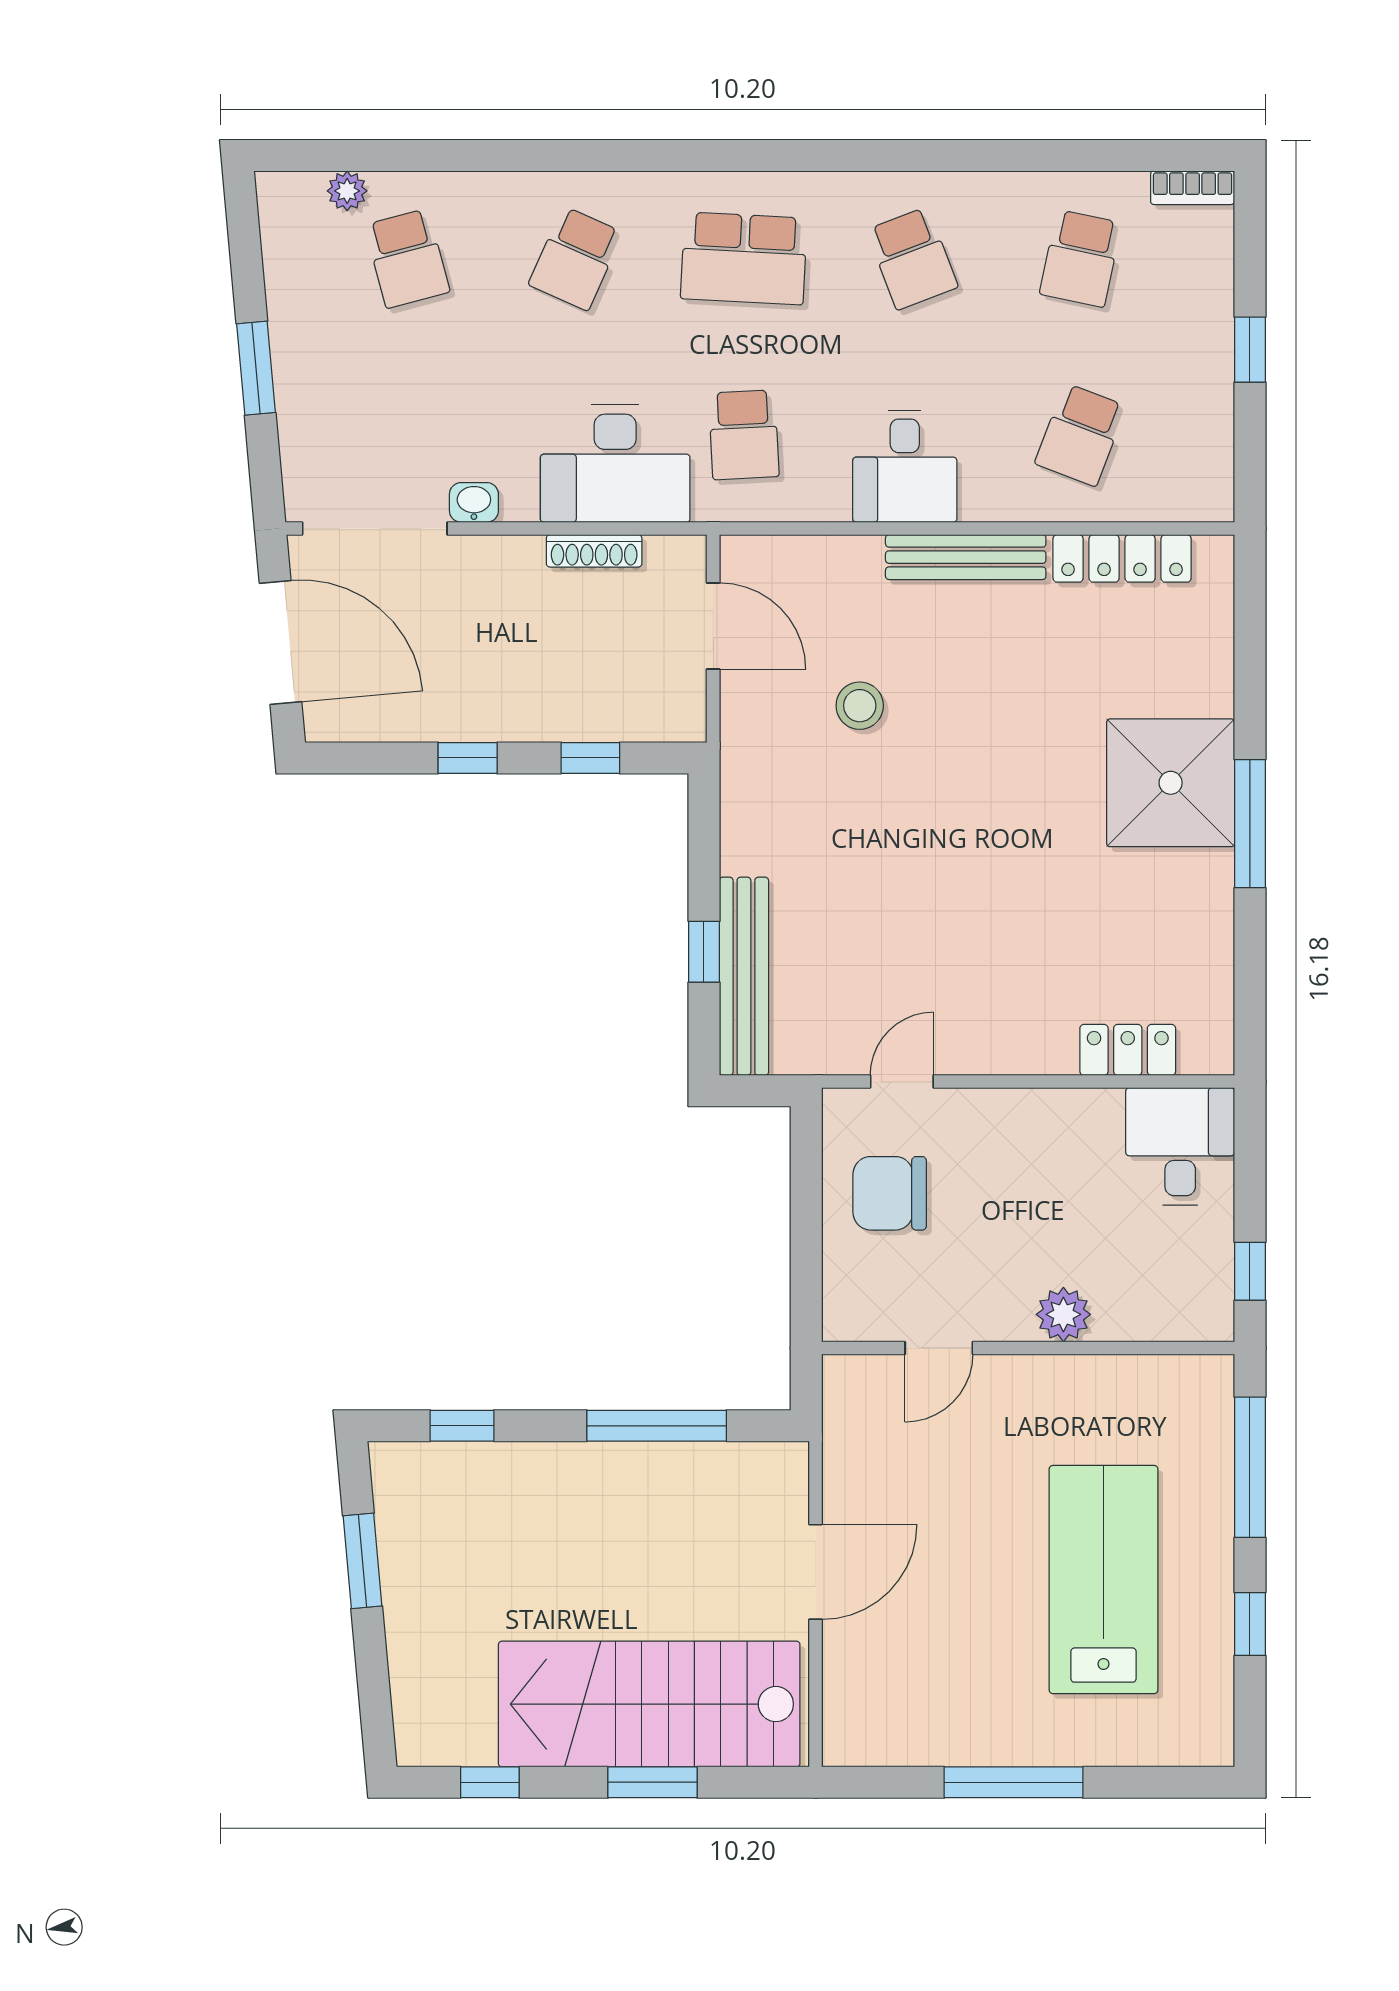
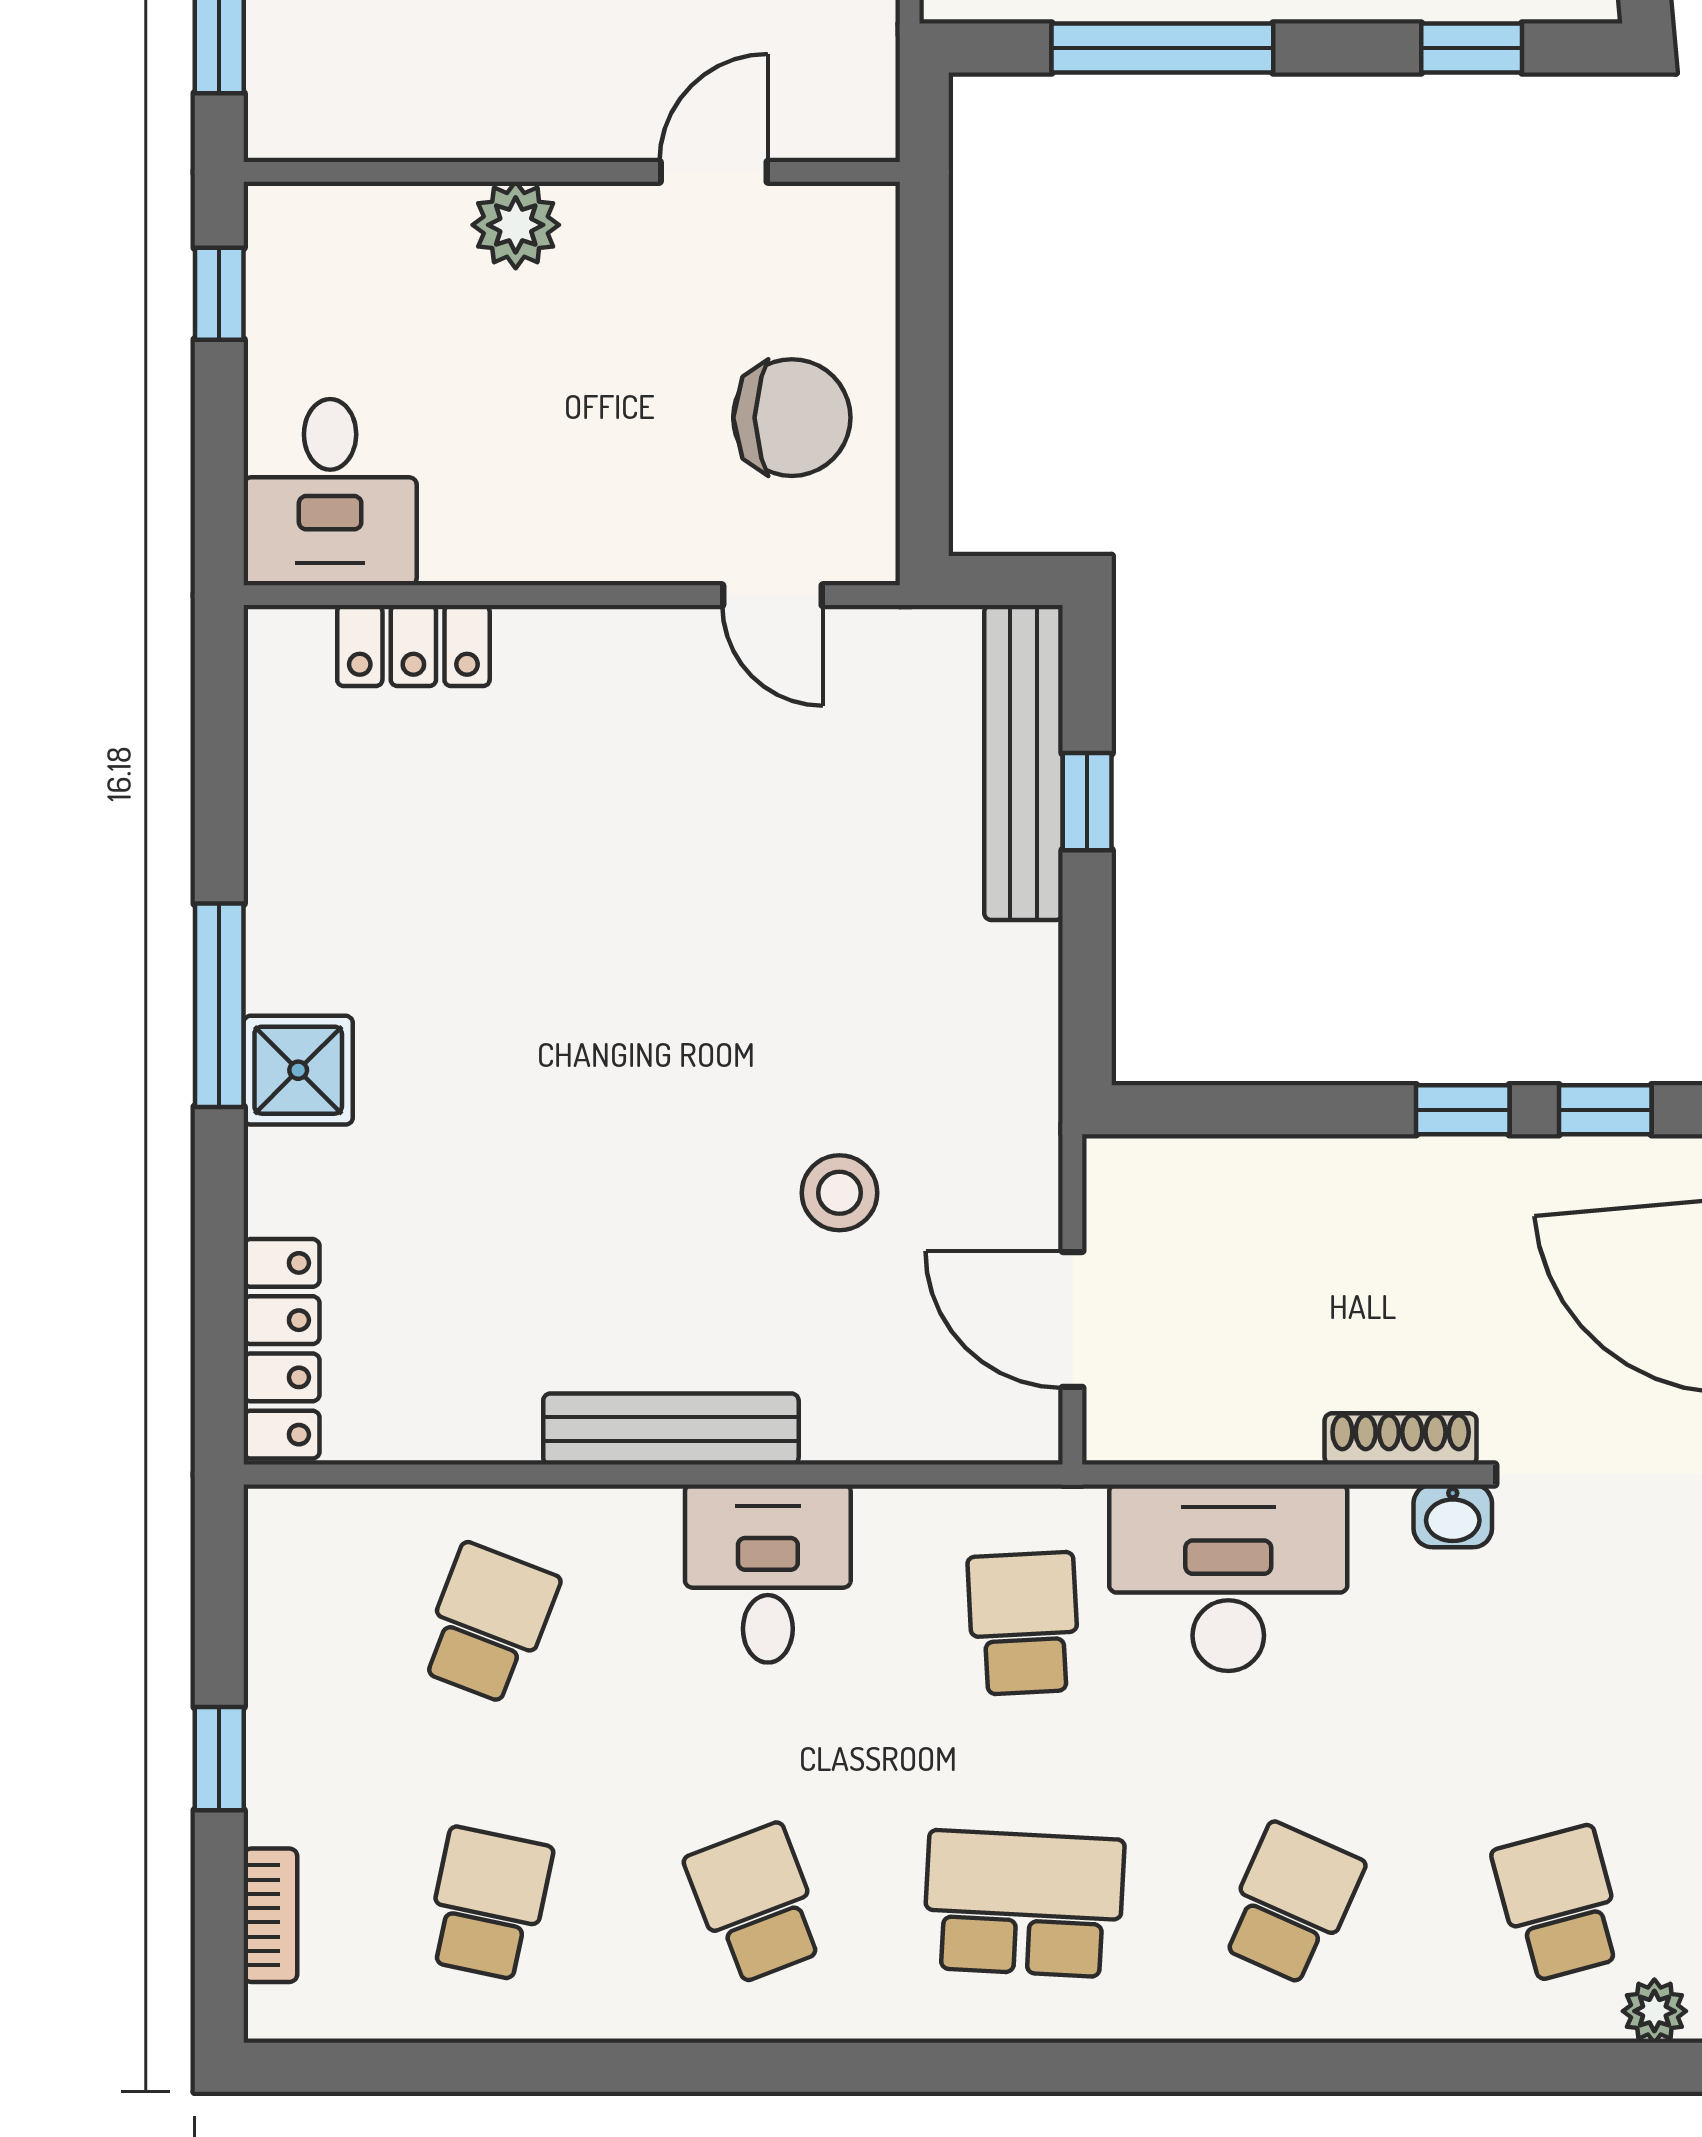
bookcase: (1193, 188) -> (270, 1915), moved, turned 90
shoe rack: (594, 551) -> (1401, 1439), moved
locker: (1122, 558) -> (282, 1349), moved, turned 90
window: (590, 758) -> (1605, 1110), moved
shower: (1171, 783) -> (298, 1070), width x0.54, depth x0.54
door: (902, 1082) -> (772, 595), hinge flipped

